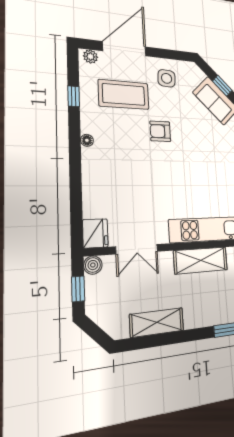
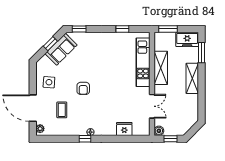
coffee table: (124, 95) -> (62, 110), width x0.54, depth x0.58
window: (74, 96) -> (85, 139), moved
fridge: (95, 233) -> (124, 129), moved
shelving: (157, 322) -> (192, 78), moved

